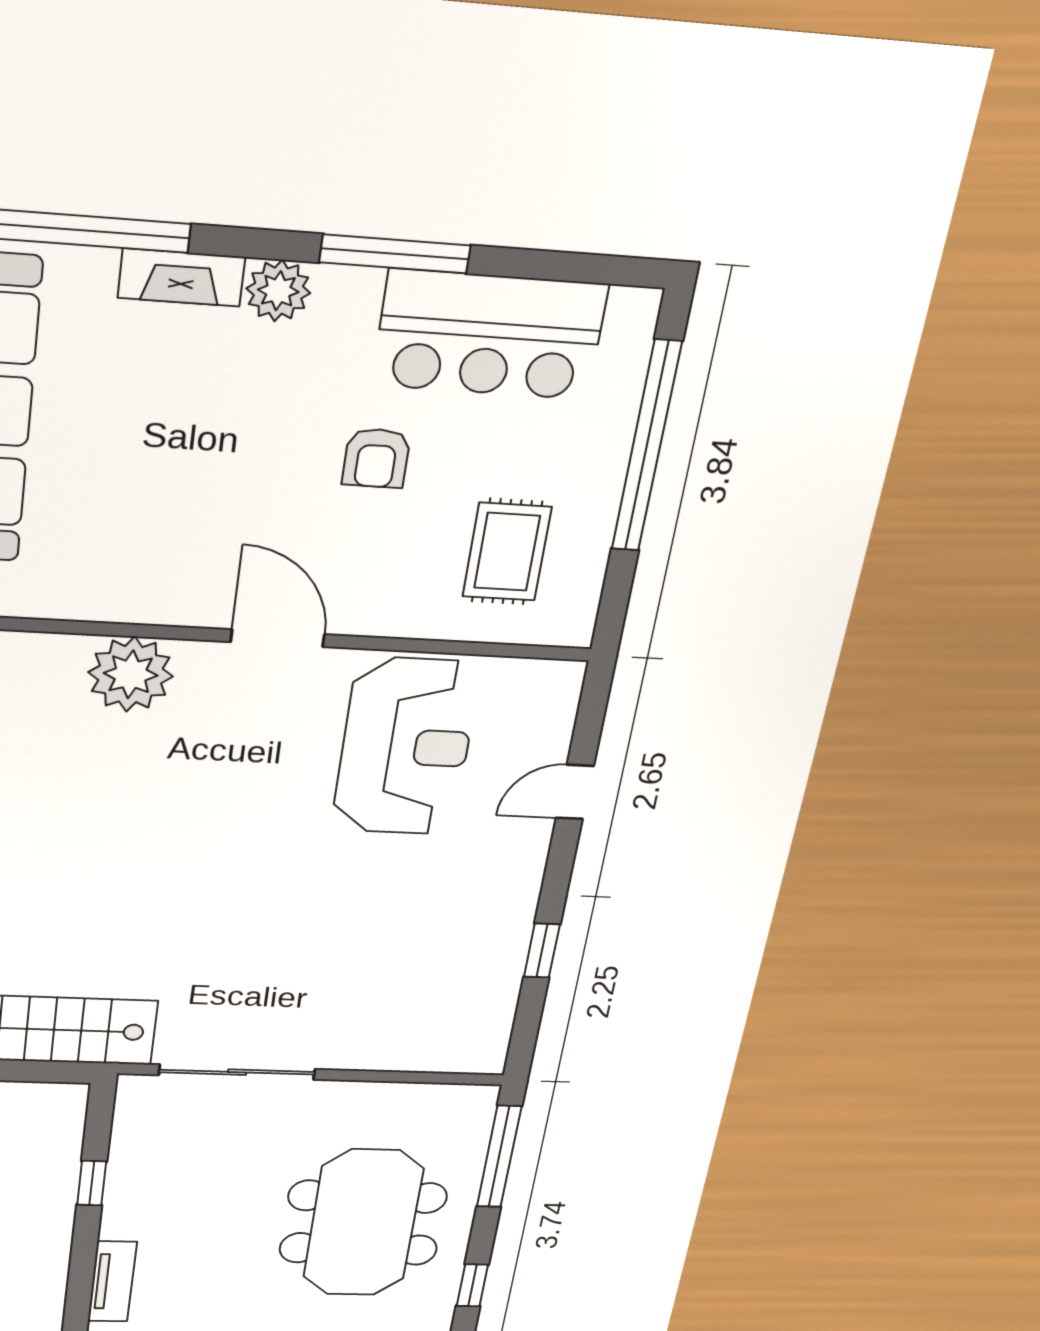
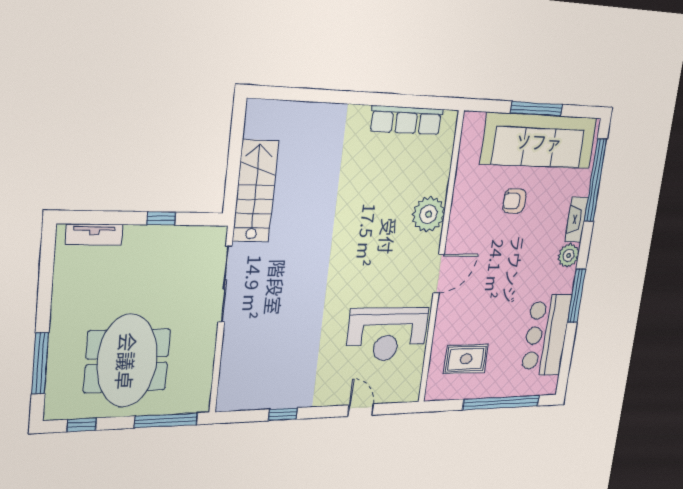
armchair: (376, 458) -> (514, 201), moved
meeting table: (363, 1223) -> (127, 361), turned 90

